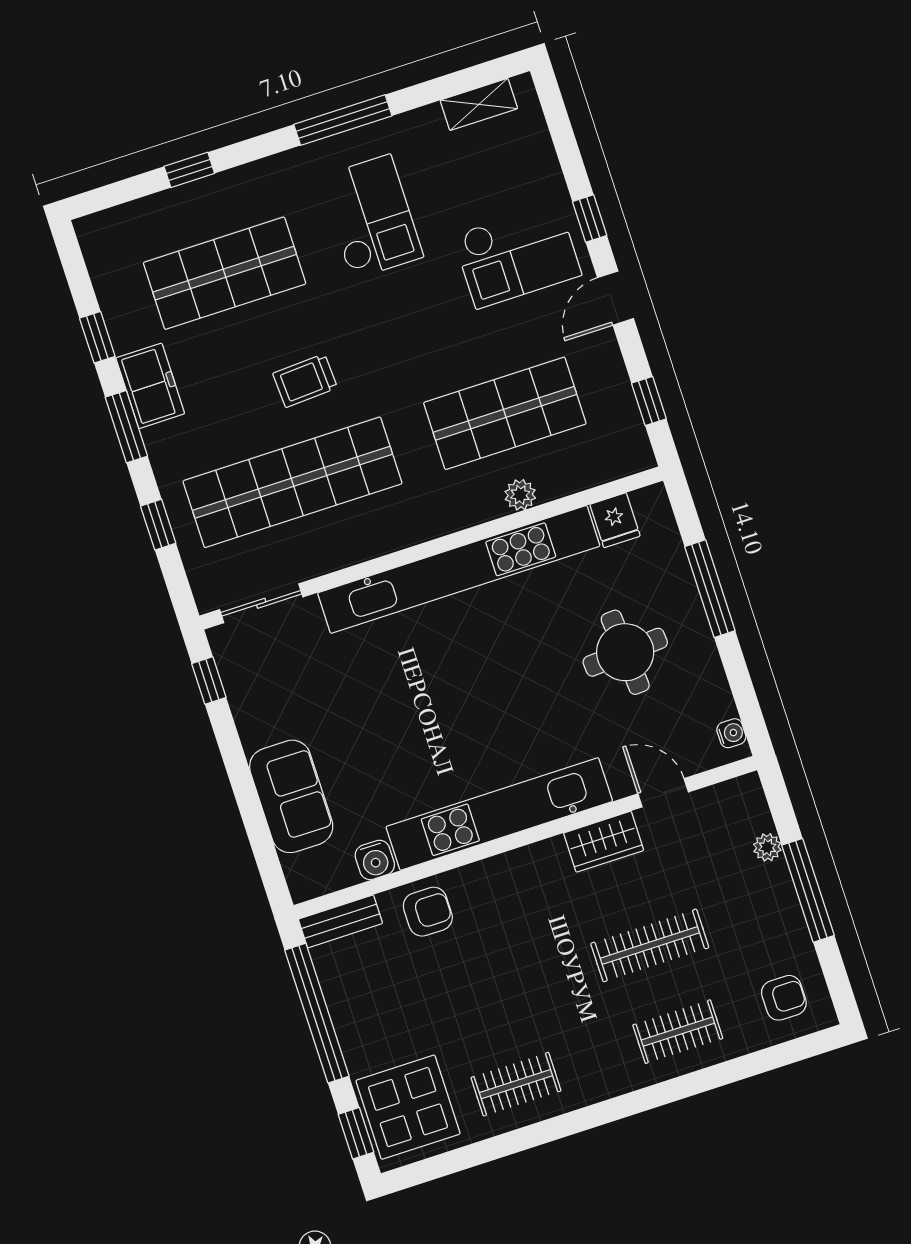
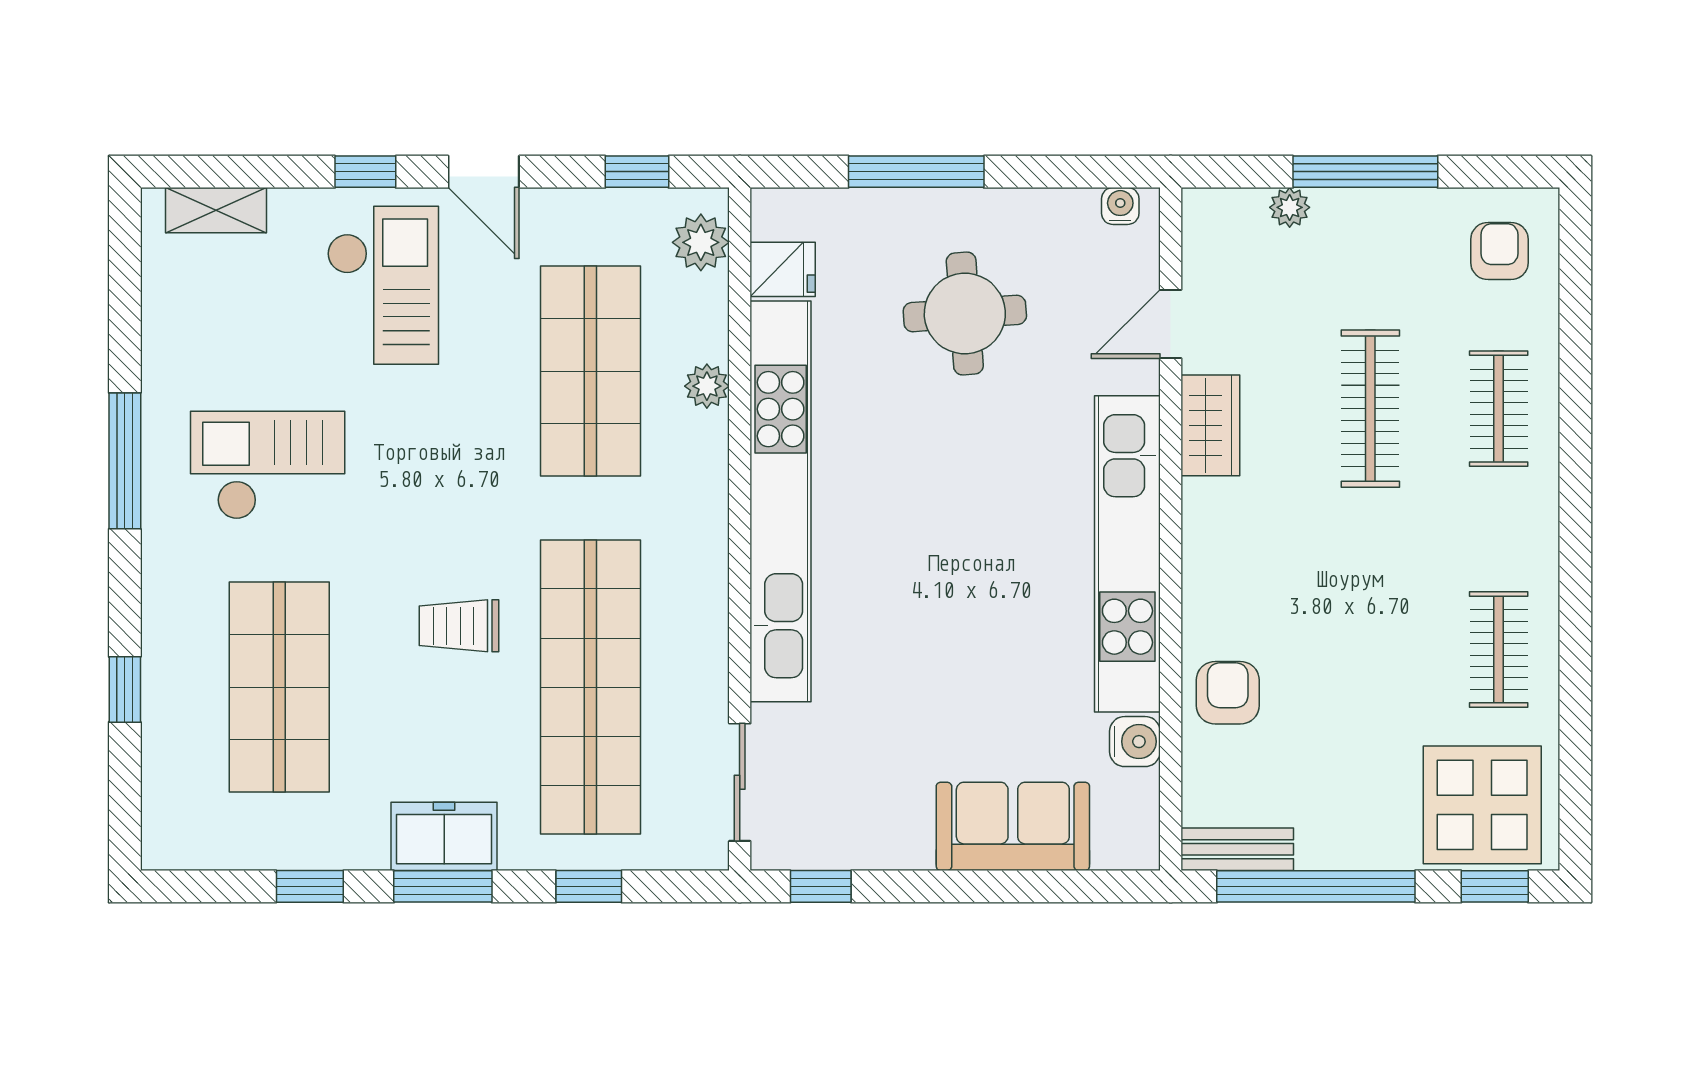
shelving: (479, 104) -> (216, 210), moved, turned 90
trolley: (305, 381) -> (459, 626), turned 93
freezer: (150, 386) -> (444, 836), moved
plant: (615, 459) -> (701, 242), added
bench: (340, 921) -> (1237, 849), moved, turned 90

